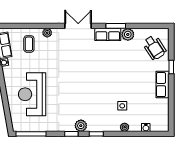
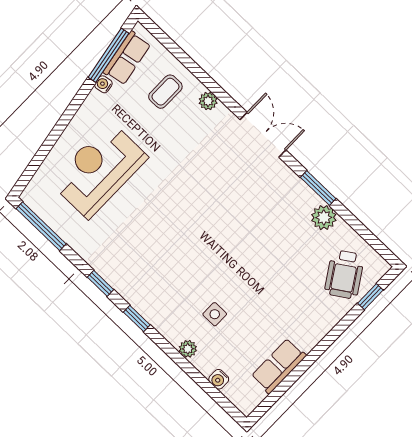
row of seats: (108, 34) -> (294, 189), removed
window: (171, 67) -> (370, 297), moved
row of seats: (163, 85) -> (279, 366), moved
plant: (81, 126) -> (126, 285), removed

